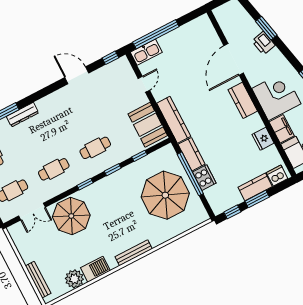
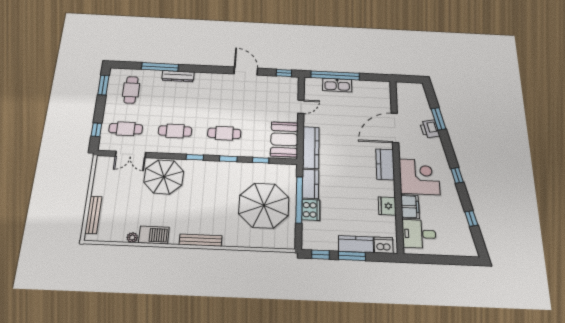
kitchen sink: (146, 52) -> (337, 85), moved
plant: (74, 279) -> (132, 237), width x0.53, depth x0.53

